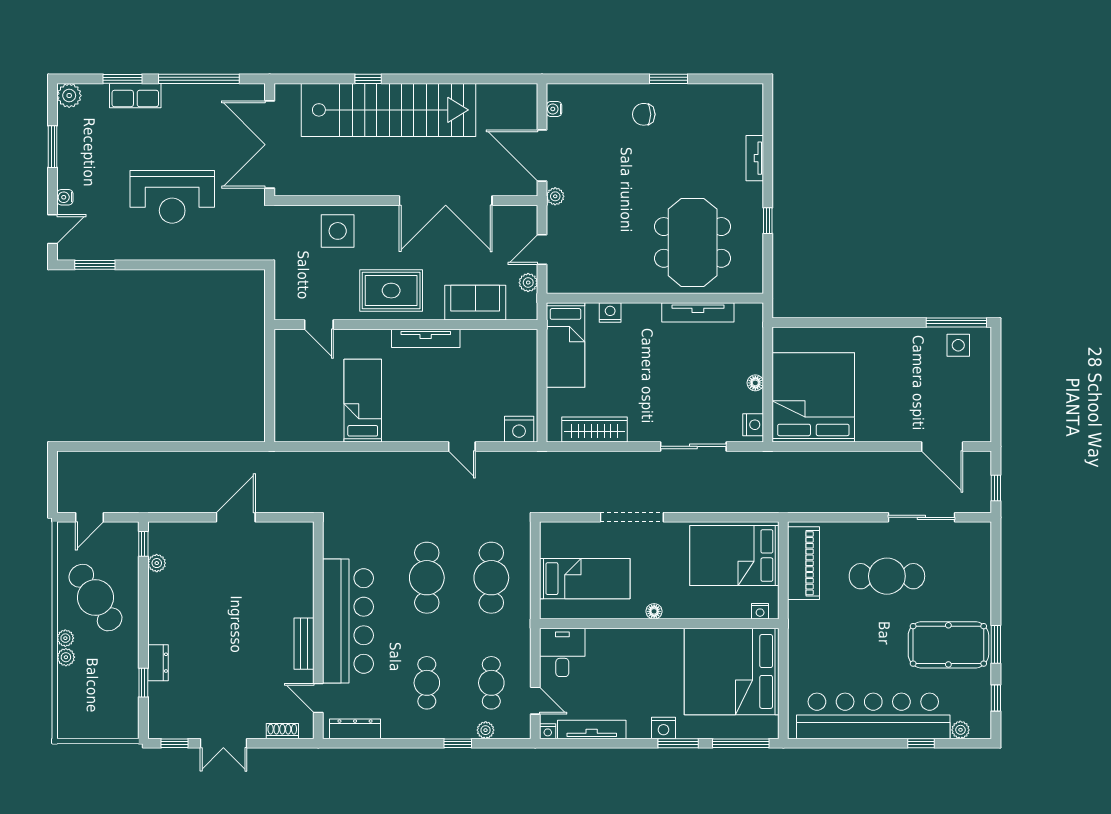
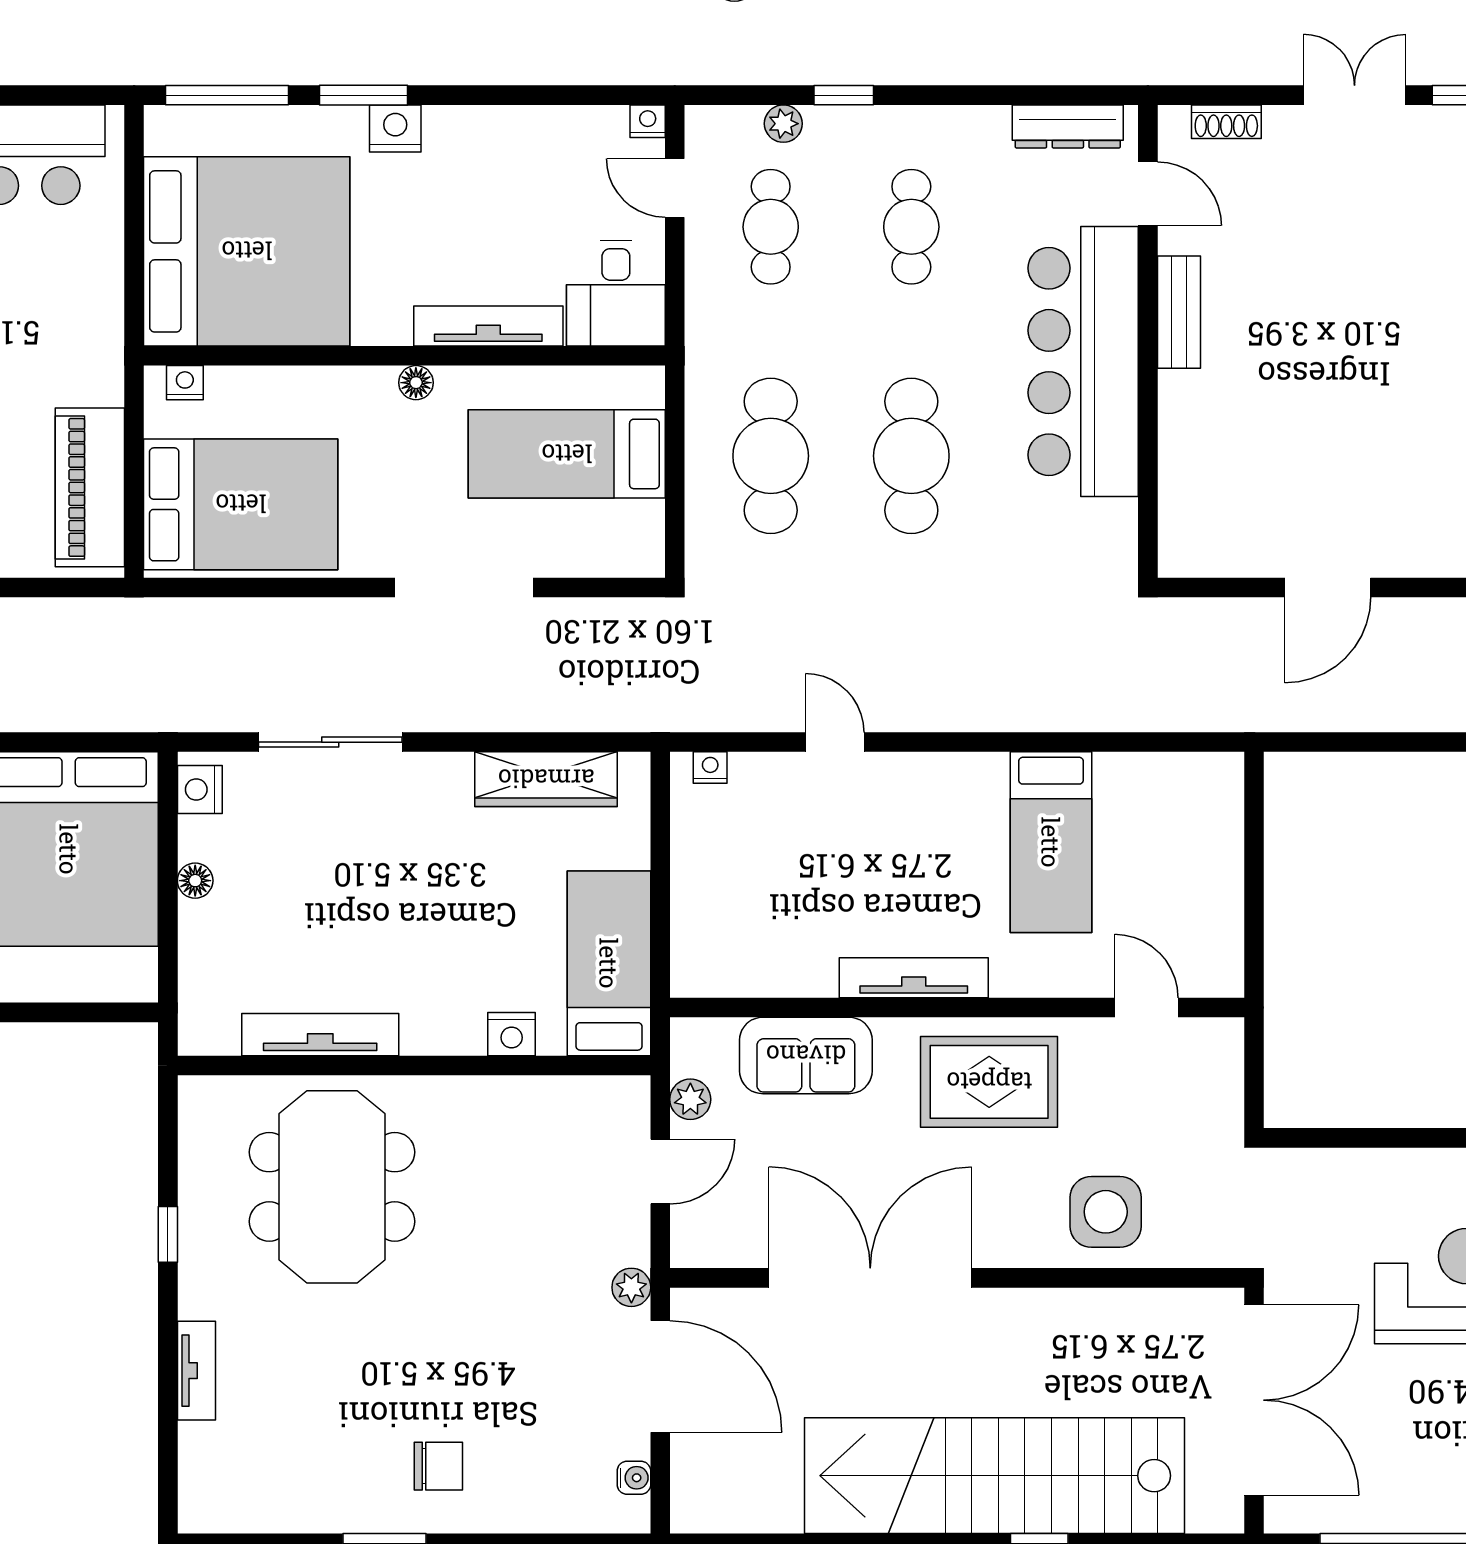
nightstand: (519, 429) -> (710, 767), width x0.53, depth x0.56
tv unit: (592, 729) -> (488, 326), moved, turned 180

